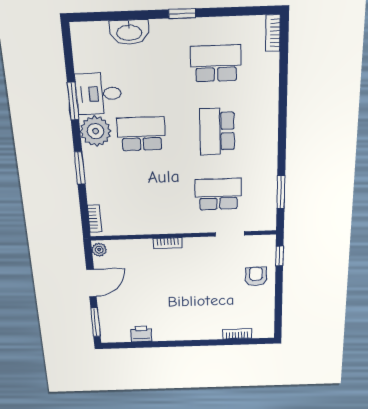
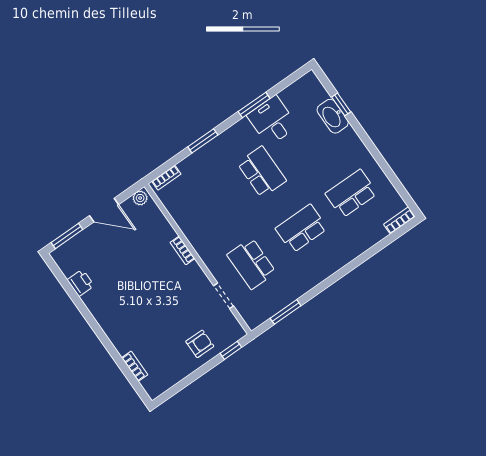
window: (182, 13) -> (341, 104), moved
school desk: (216, 63) -> (351, 194), turned -90
plant: (96, 131) -> (241, 136), removed
school desk: (218, 194) -> (252, 264), turned 180

